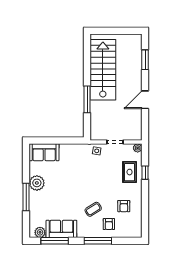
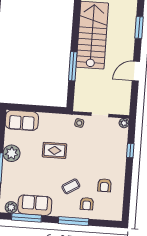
rug: (130, 172) -> (55, 150), moved, turned 90

